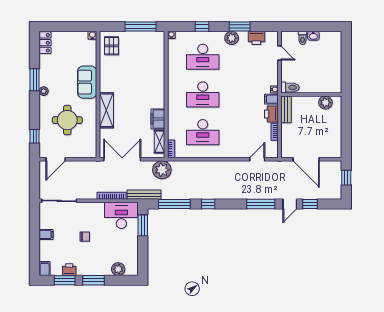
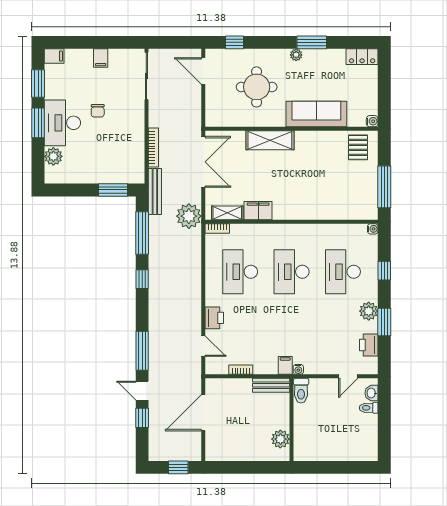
washbasin: (313, 36) -> (372, 393), moved
pallet: (112, 46) -> (358, 147), turned 90
sofa: (87, 82) -> (316, 114), width x1.36
printer: (271, 114) -> (214, 318), moved, turned 90
desk: (121, 215) -> (62, 123), moved, turned 180
printer: (69, 270) -> (53, 90), removed

